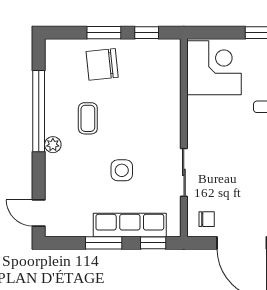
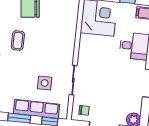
side table: (122, 170) -> (45, 83), moved

